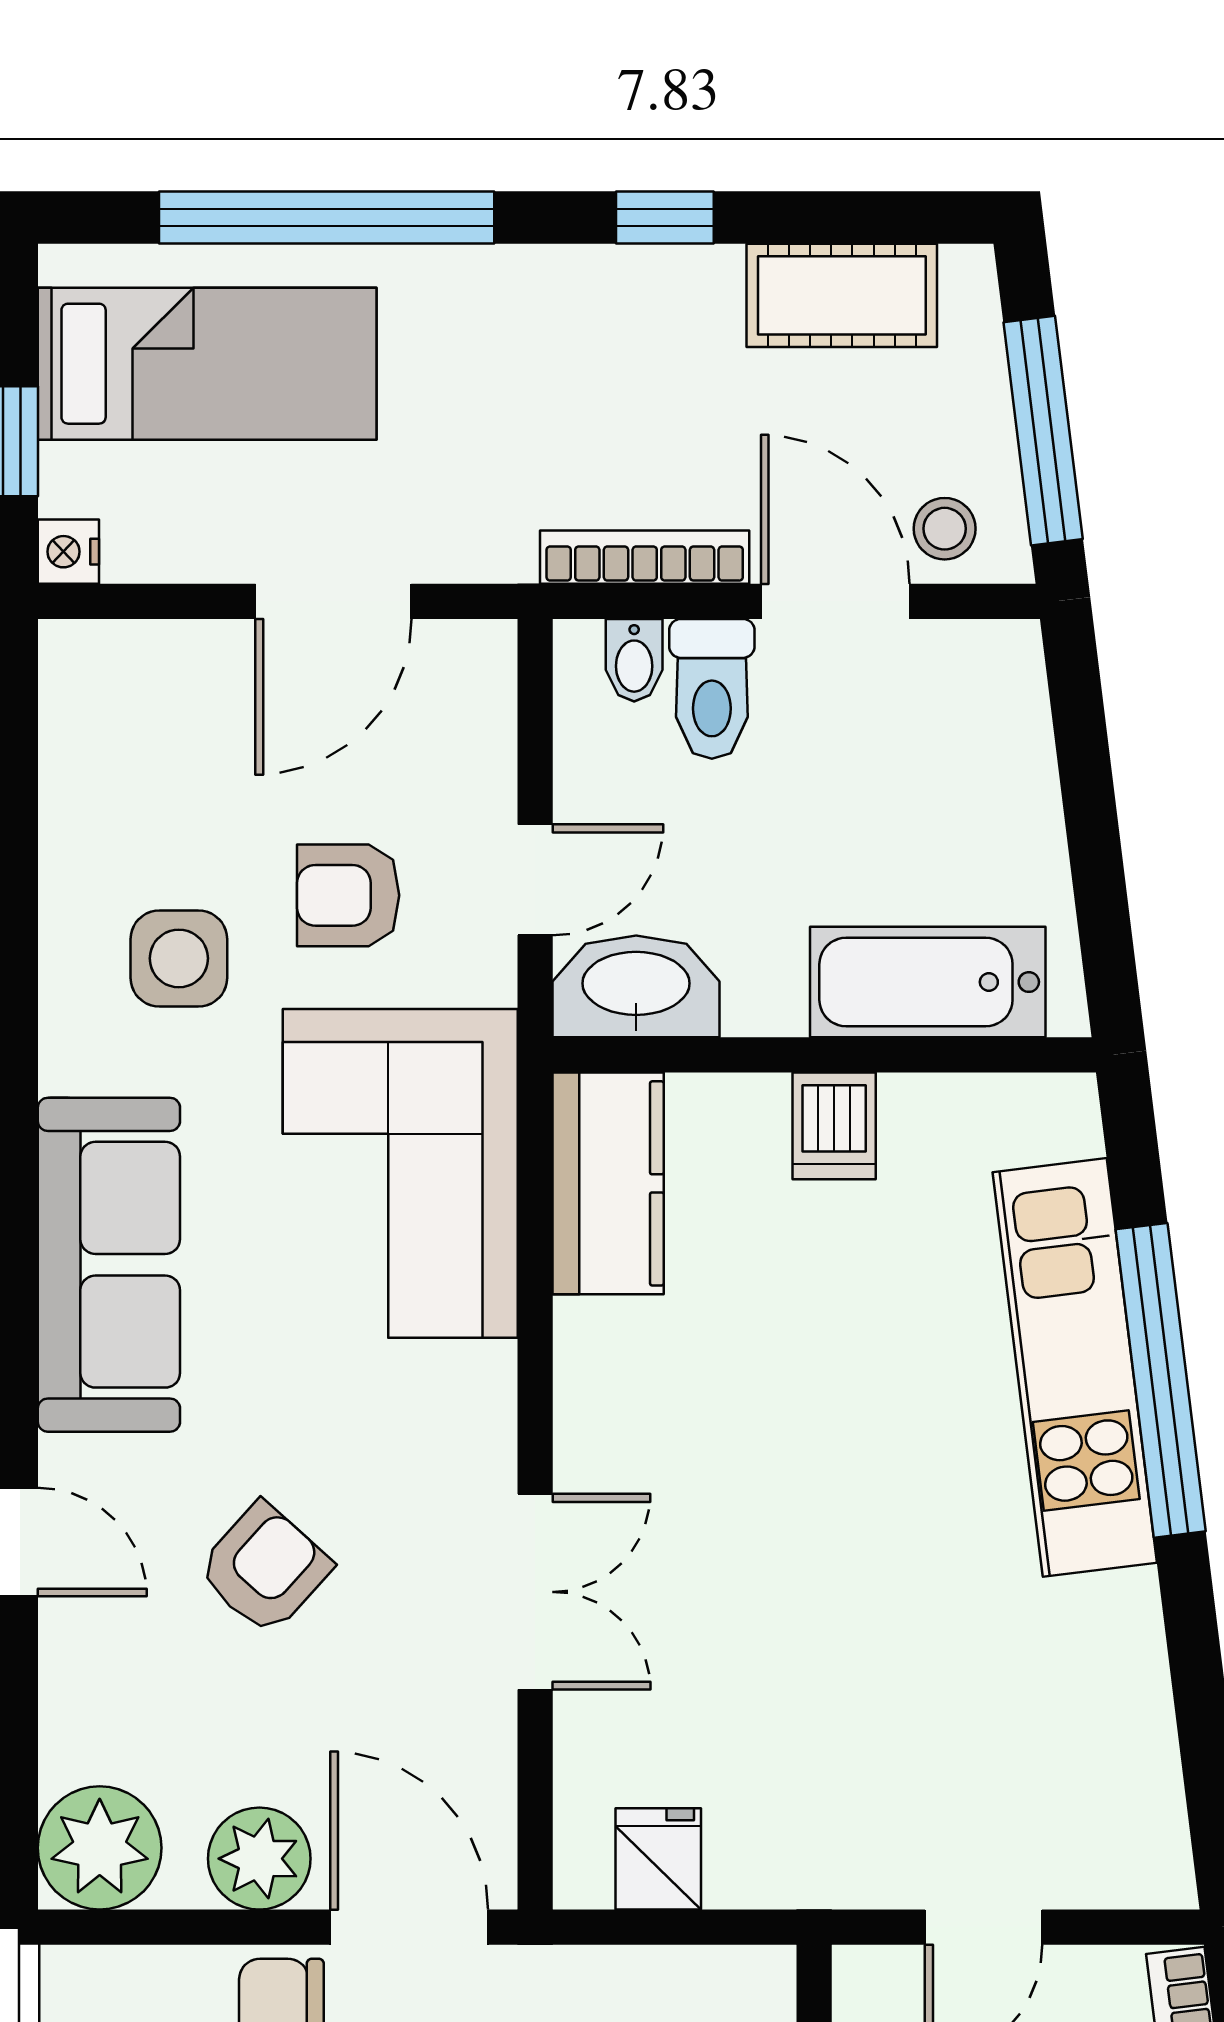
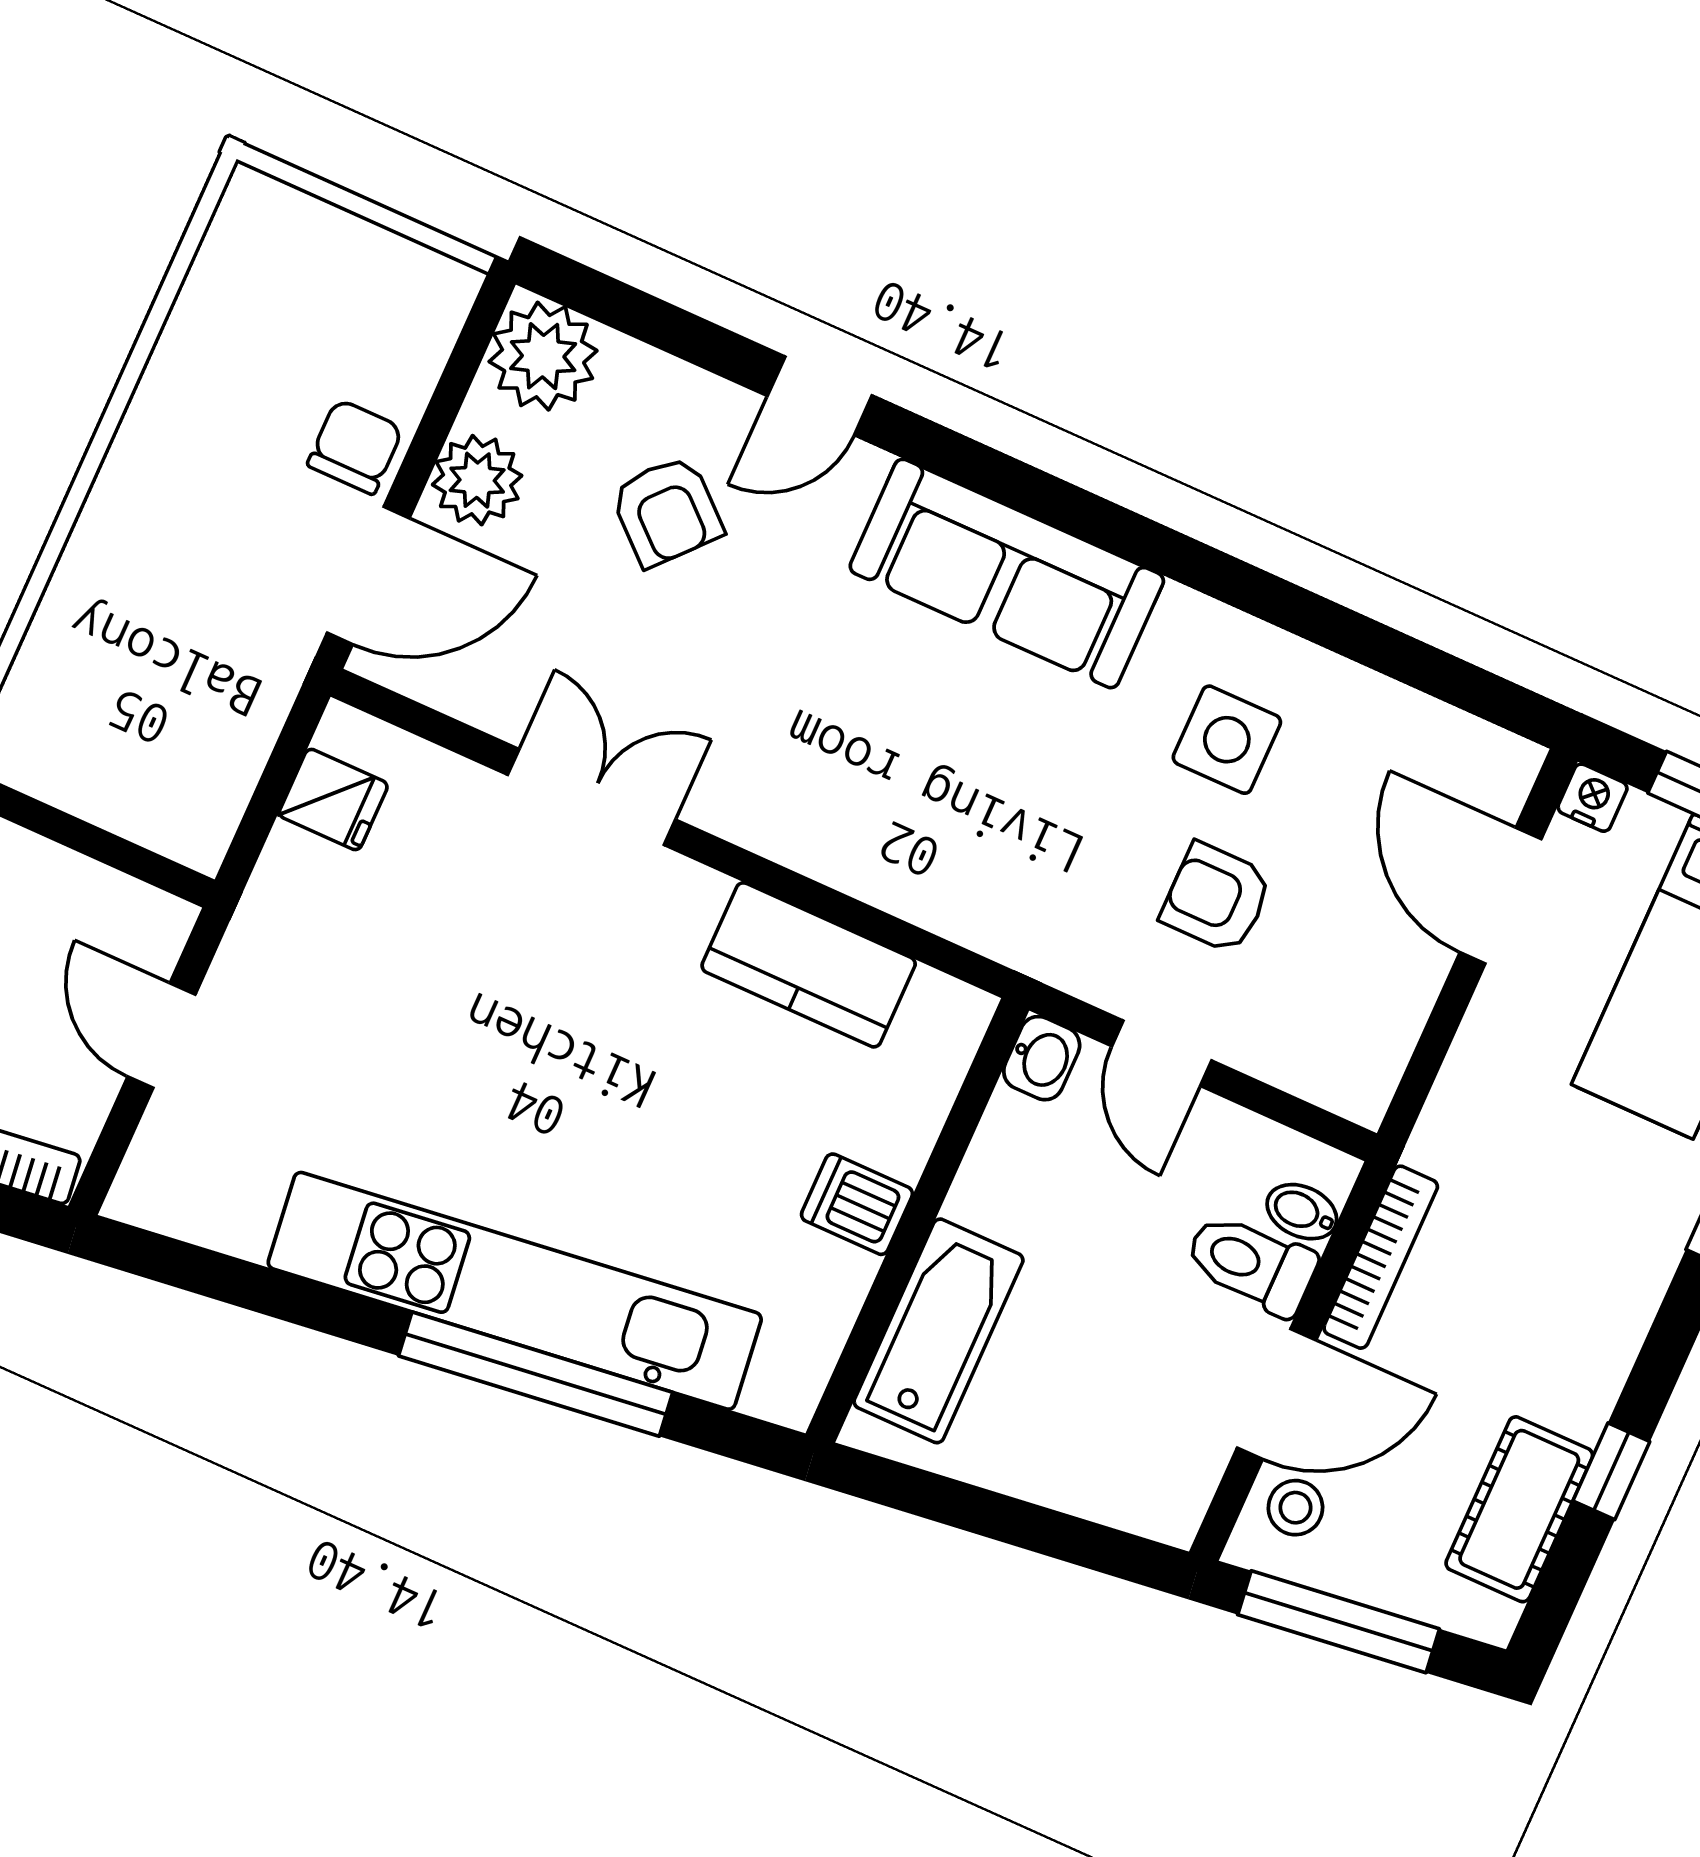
window: (665, 218) -> (1611, 1471), moved
door: (333, 601) -> (1501, 896), moved
armchair: (348, 895) -> (1217, 898), turned -90
washbasin: (636, 986) -> (1042, 1058), width x0.52, depth x0.69
corner sofa: (400, 1173) -> (975, 840), removed
kitchen counter: (608, 1183) -> (809, 965), moved
kitchen unit: (1075, 1367) -> (515, 1291), width x1.36
armchair: (264, 1568) -> (667, 511), moved
double door: (535, 1592) -> (592, 797), swing flipped

